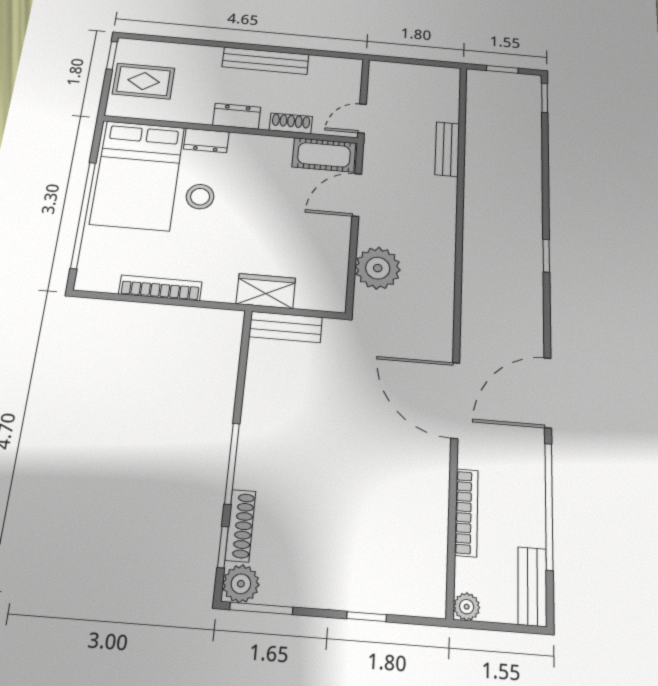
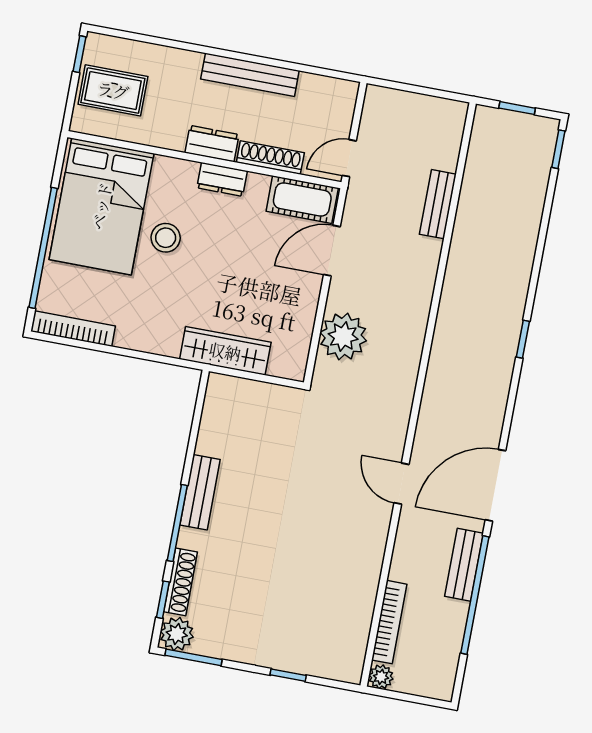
shoe rack: (291, 123) -> (270, 158), width x1.43
dresser: (206, 140) -> (222, 179), moved
bookcase: (160, 288) -> (73, 329), moved
wardrobe: (266, 291) -> (225, 351), width x1.50
bench: (286, 327) -> (200, 492), moved, turned 90
door: (455, 400) -> (401, 484), width x0.53
bookcase: (466, 512) -> (389, 622), moved
bench: (532, 586) -> (464, 565), moved

